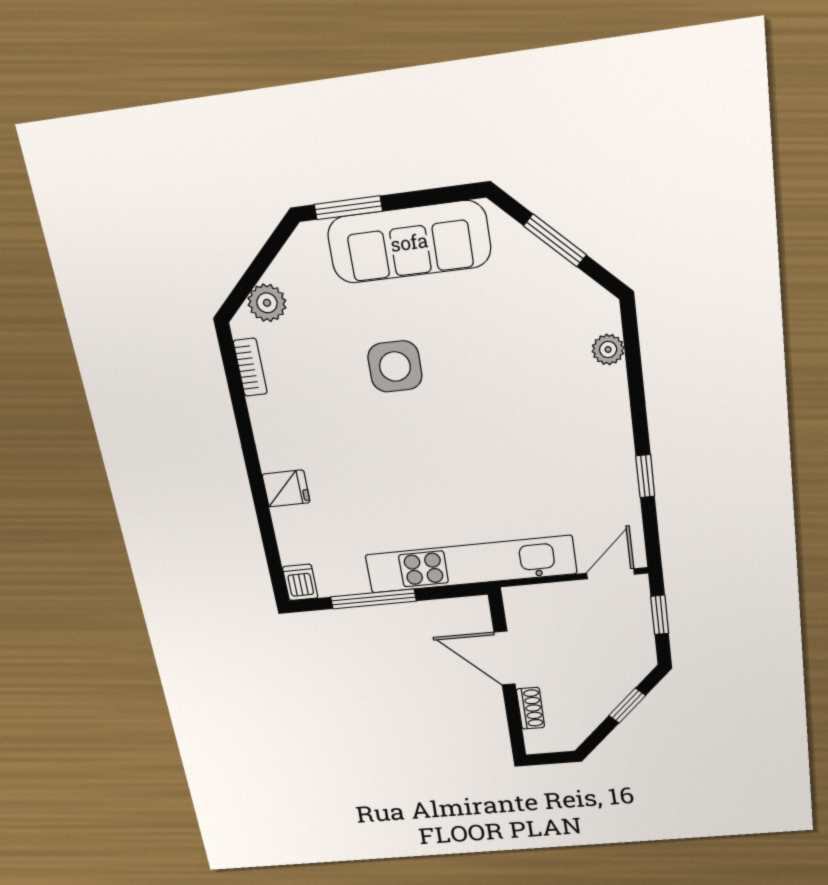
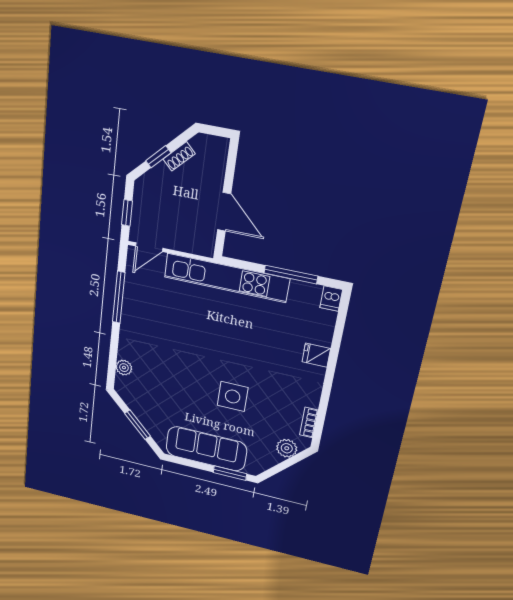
window: (645, 476) -> (119, 297), width x2.17
shoe rack: (530, 708) -> (179, 156), moved, turned -135

